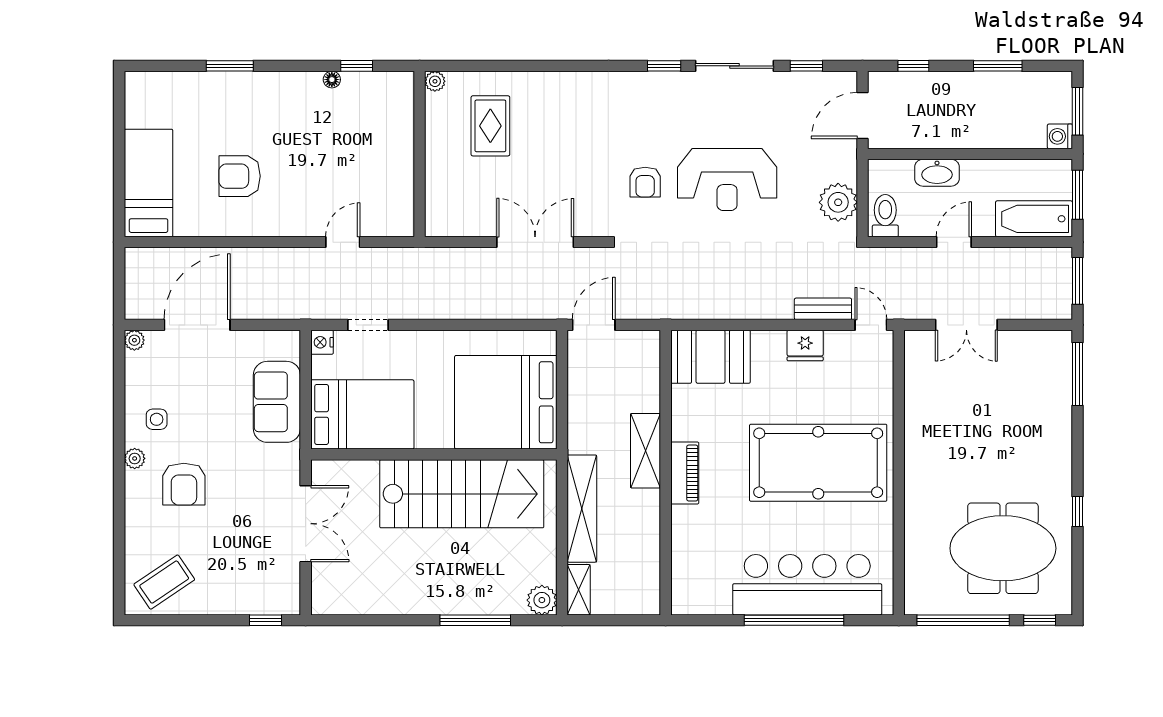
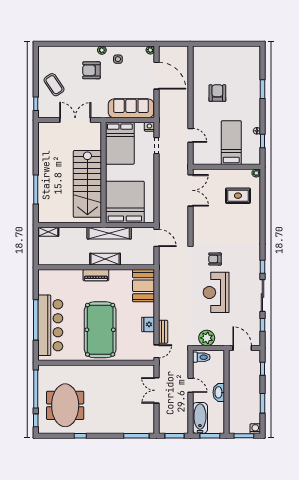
washing machine: (1060, 136) -> (255, 429), moved
washbasin: (937, 173) -> (219, 392), moved
bed: (149, 183) -> (231, 143), moved, turned -90
double door: (535, 242) -> (190, 190), moved
sofa: (277, 402) -> (131, 108), width x1.36
shelving: (582, 509) -> (109, 233), moved
double door: (306, 524) -> (75, 120), swing flipped
coffee table: (164, 582) -> (54, 85), moved
plant: (542, 600) -> (44, 217), removed

